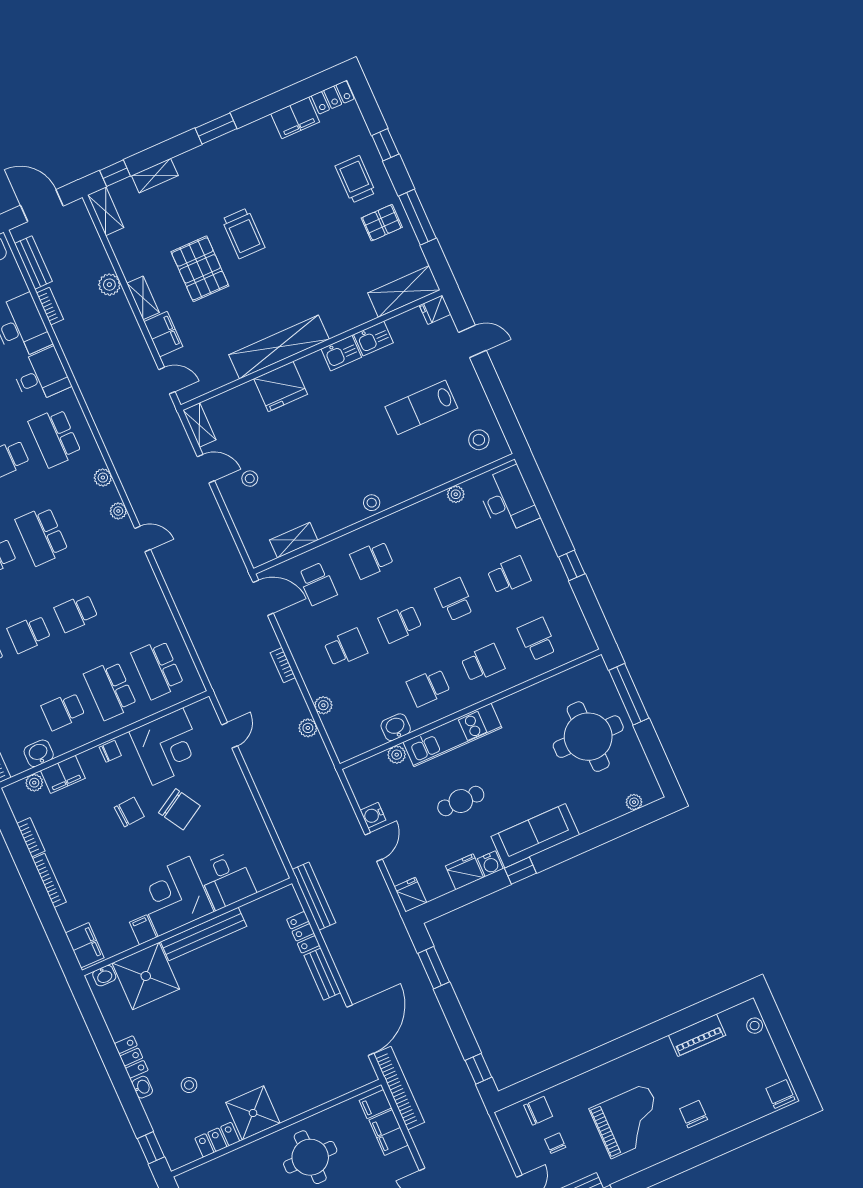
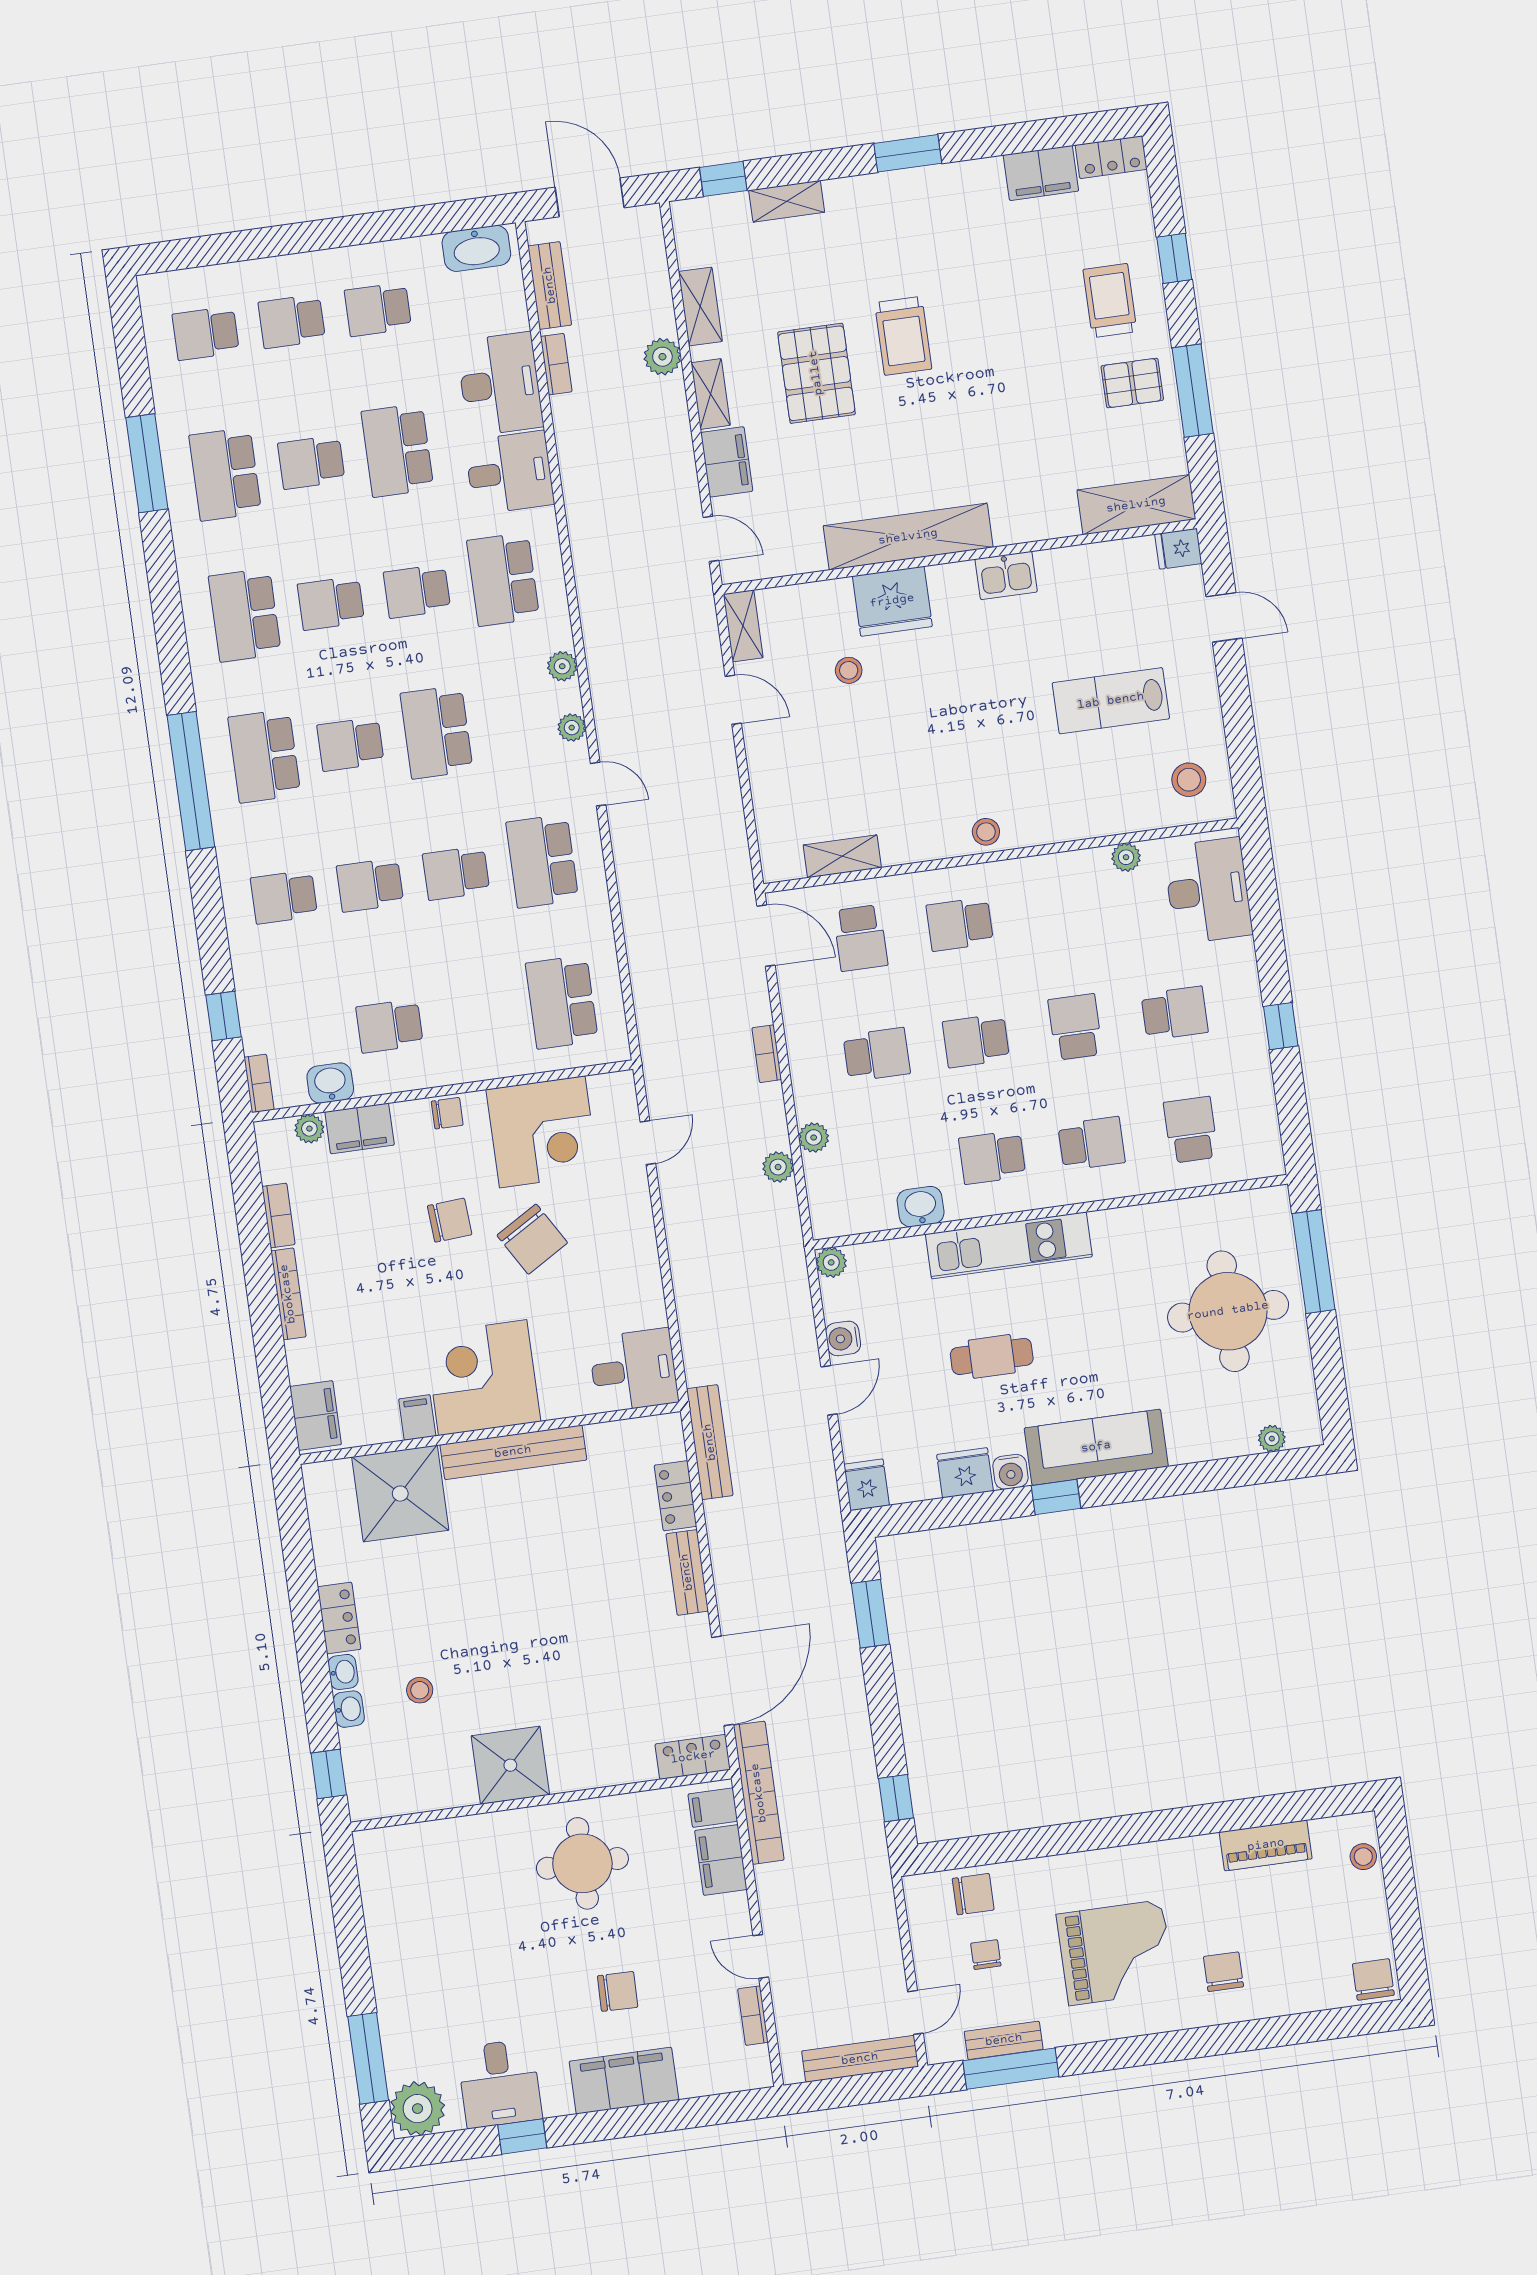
shelving: (106, 211) -> (700, 306), moved
kitchen sink: (373, 339) -> (1065, 567), removed
stool: (250, 479) -> (849, 670), moved
school desk: (110, 690) -> (542, 861), moved
plant: (397, 755) -> (831, 1262), moved
desk: (227, 880) -> (634, 1370), moved, turned -90
washbasin: (104, 976) -> (349, 1709), moved, turned -90
locker: (217, 1140) -> (693, 1757), moved

